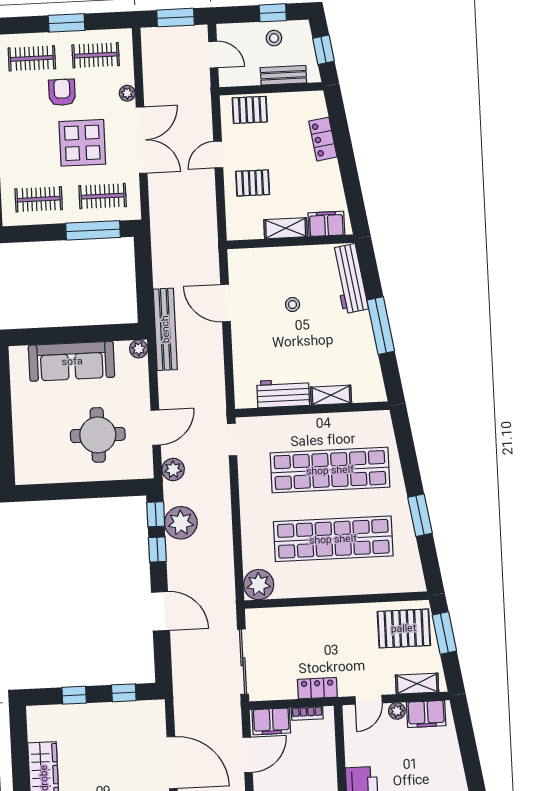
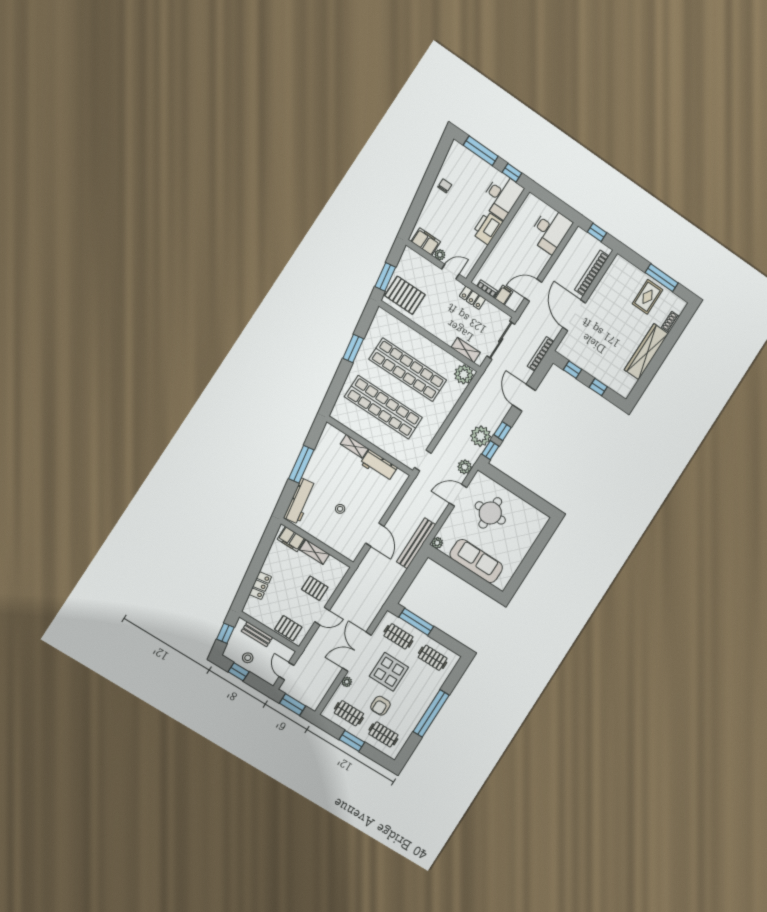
bookcase: (180, 682) -> (541, 354), added
shelving: (417, 684) -> (466, 350), moved
filing cabinet: (271, 721) -> (504, 295), width x0.50

